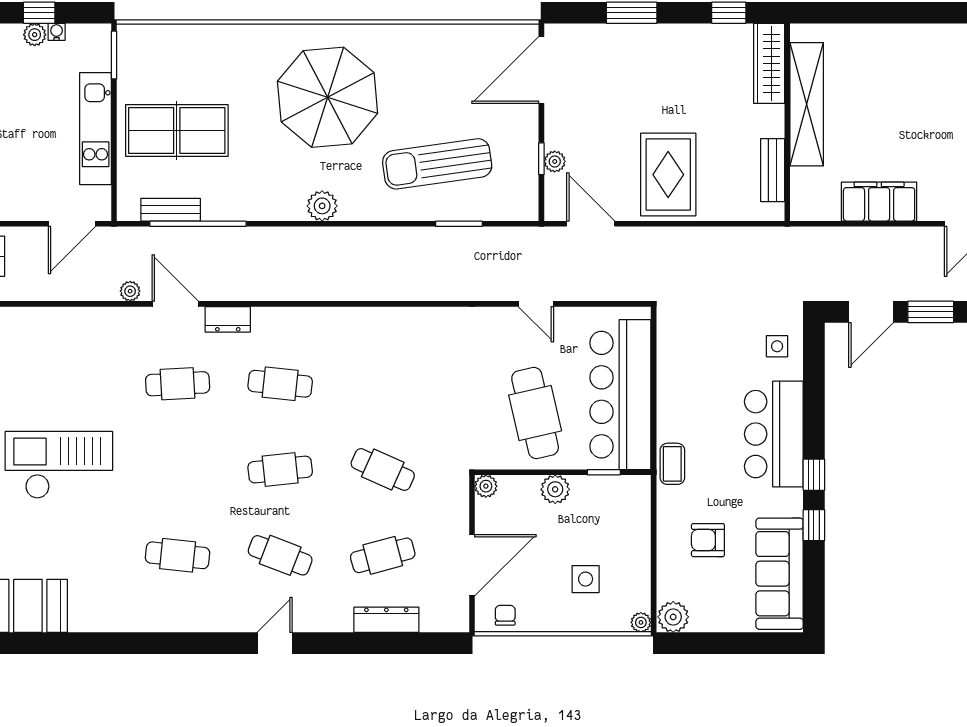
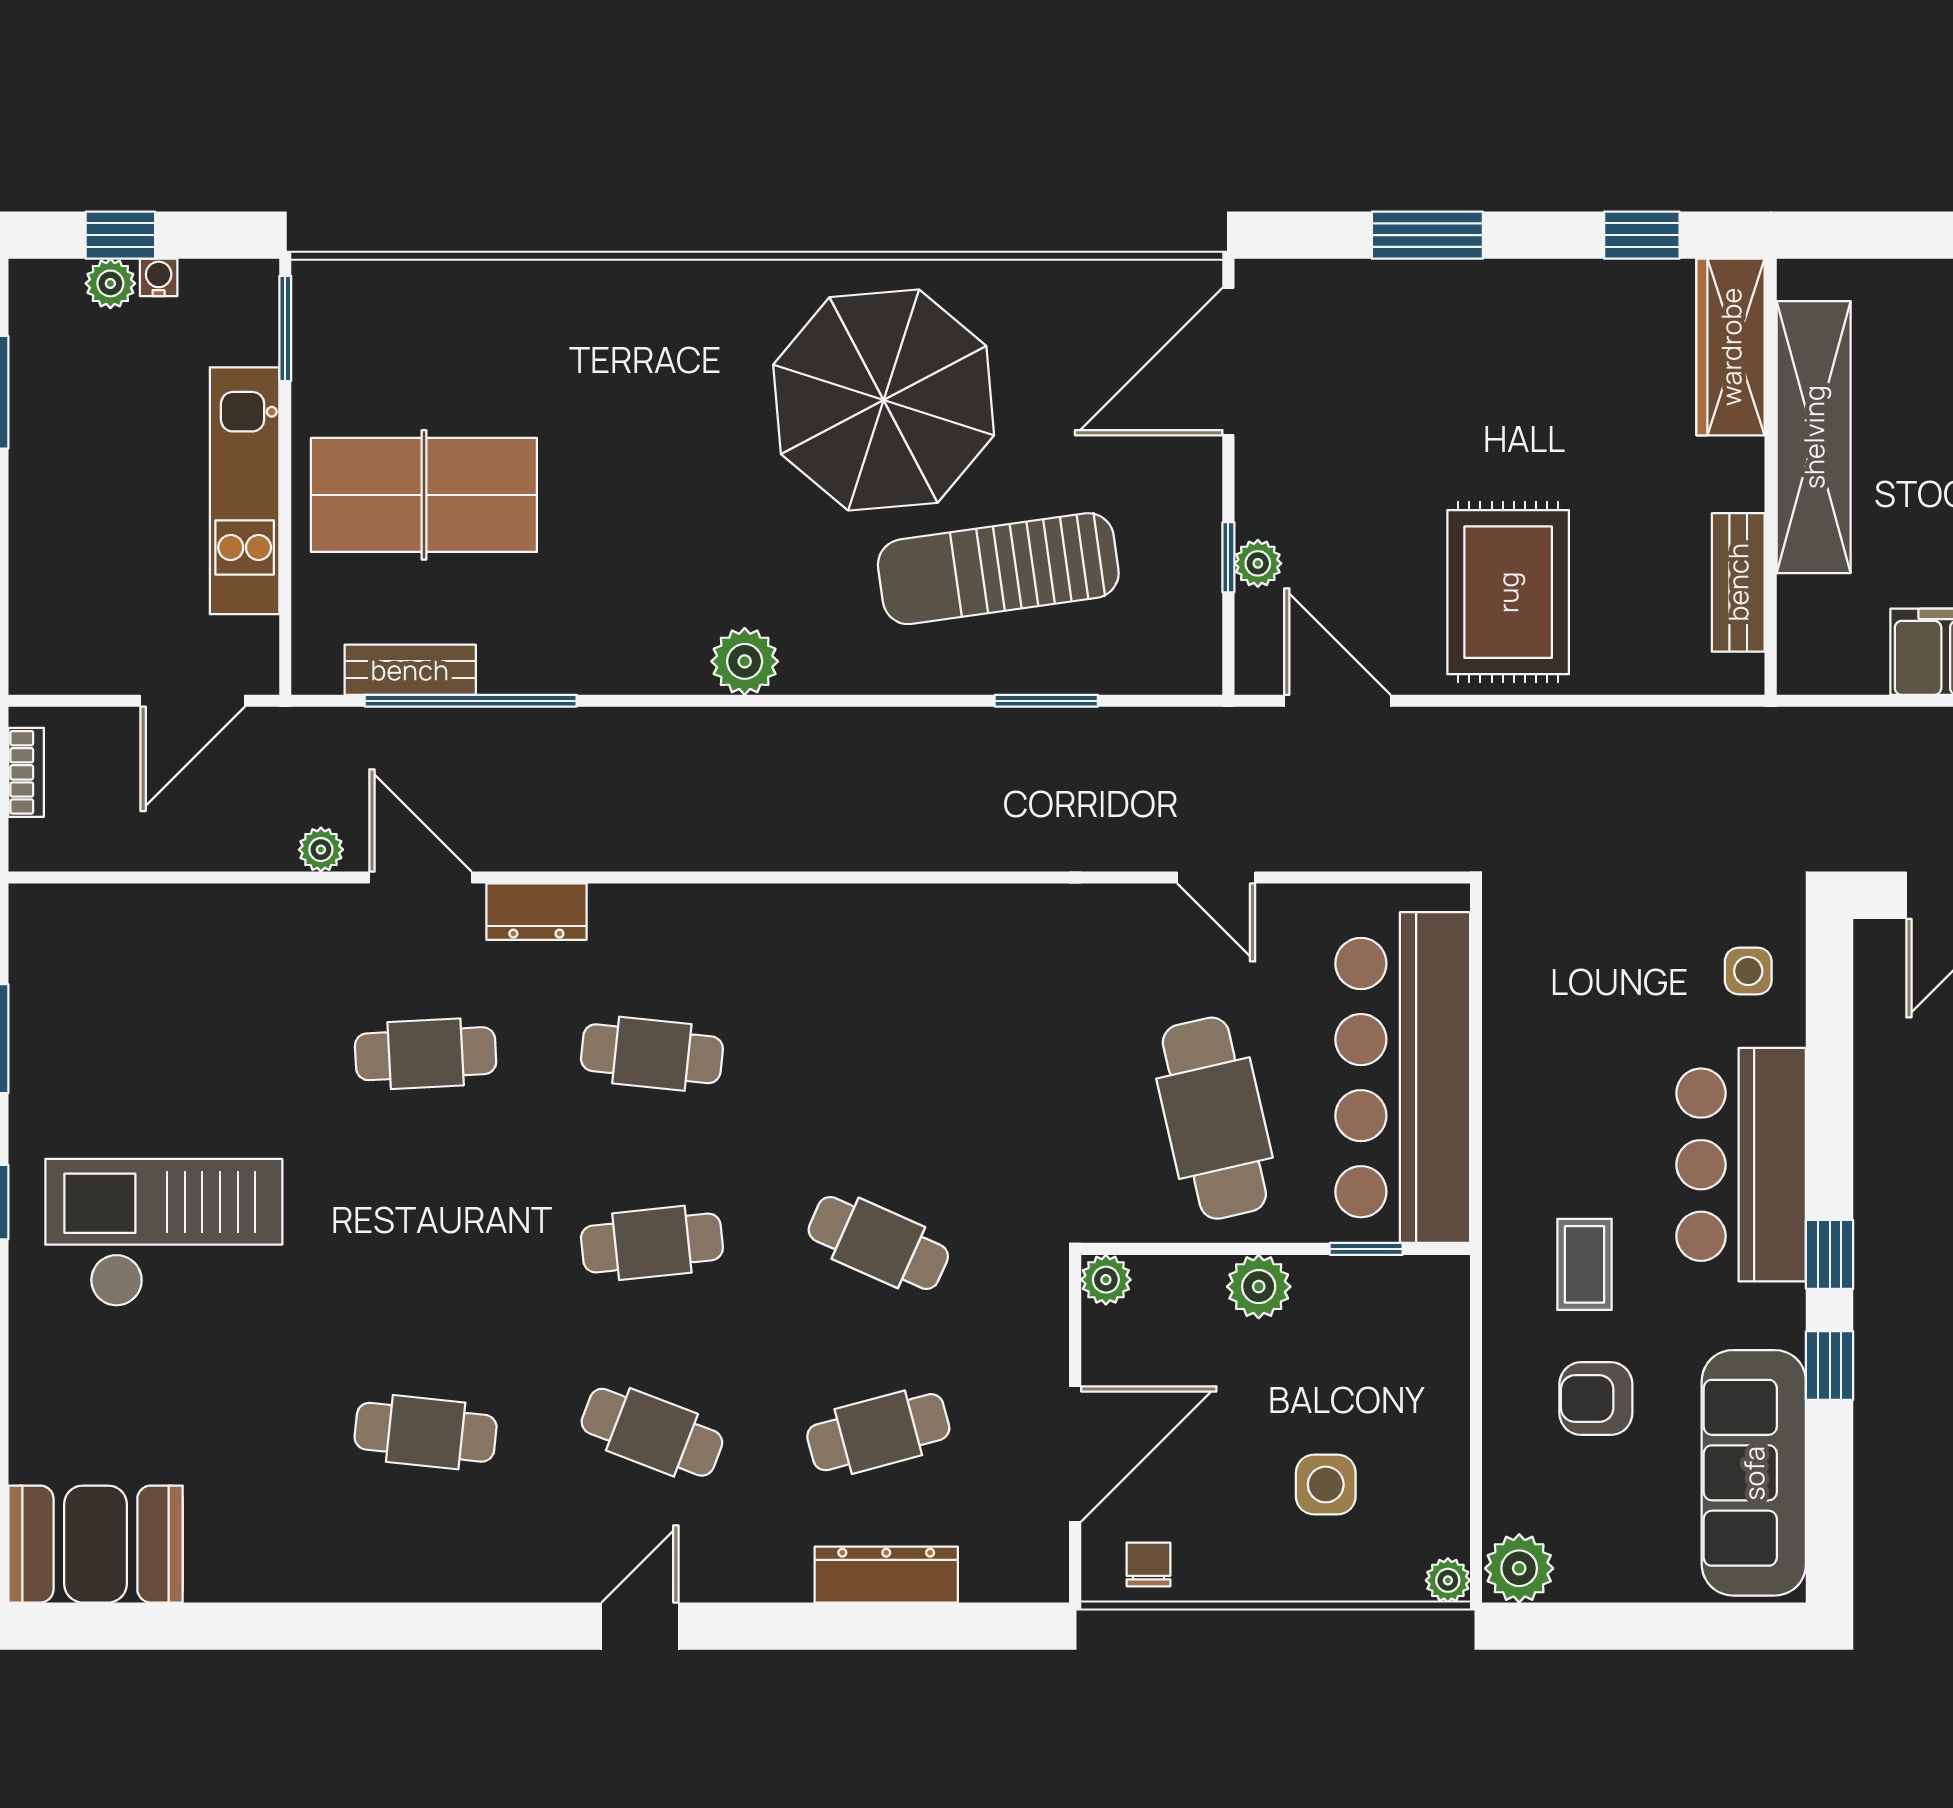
parasol: (328, 97) -> (884, 400), moved
coffee table: (672, 464) -> (1584, 1264), moved

